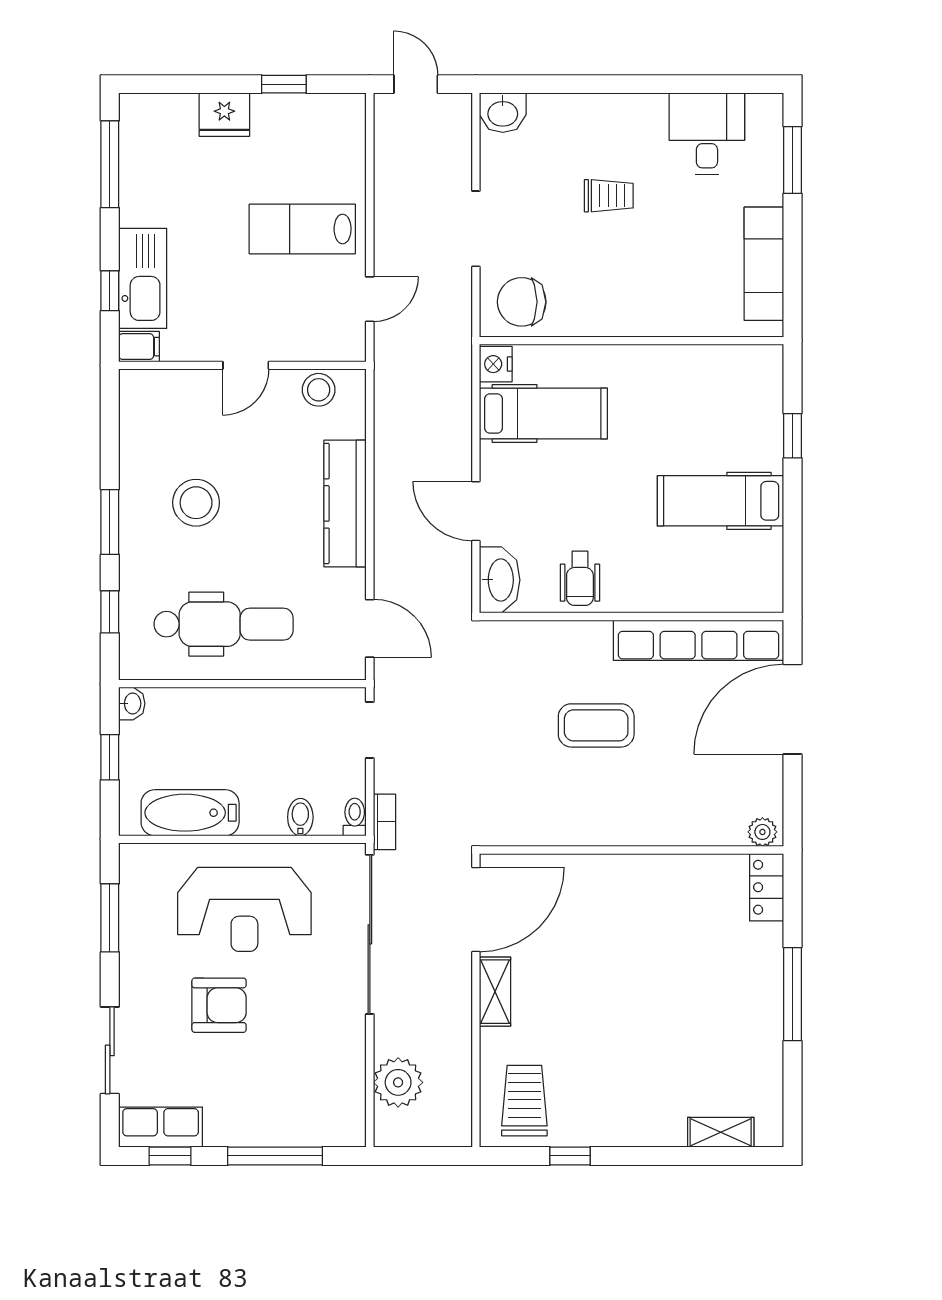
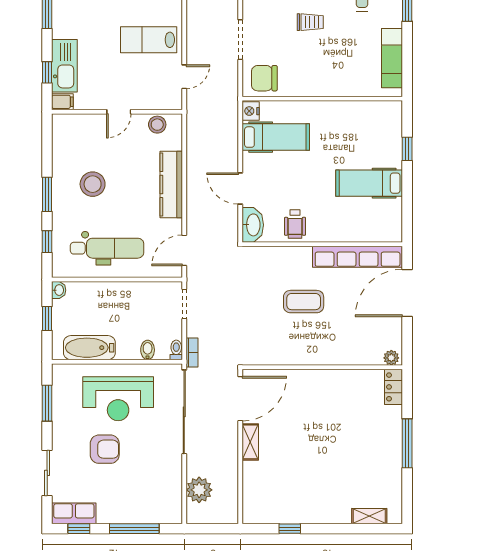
door: (370, 628) -> (184, 250), swing flipped
trolley: (524, 1101) -> (266, 499), removed

